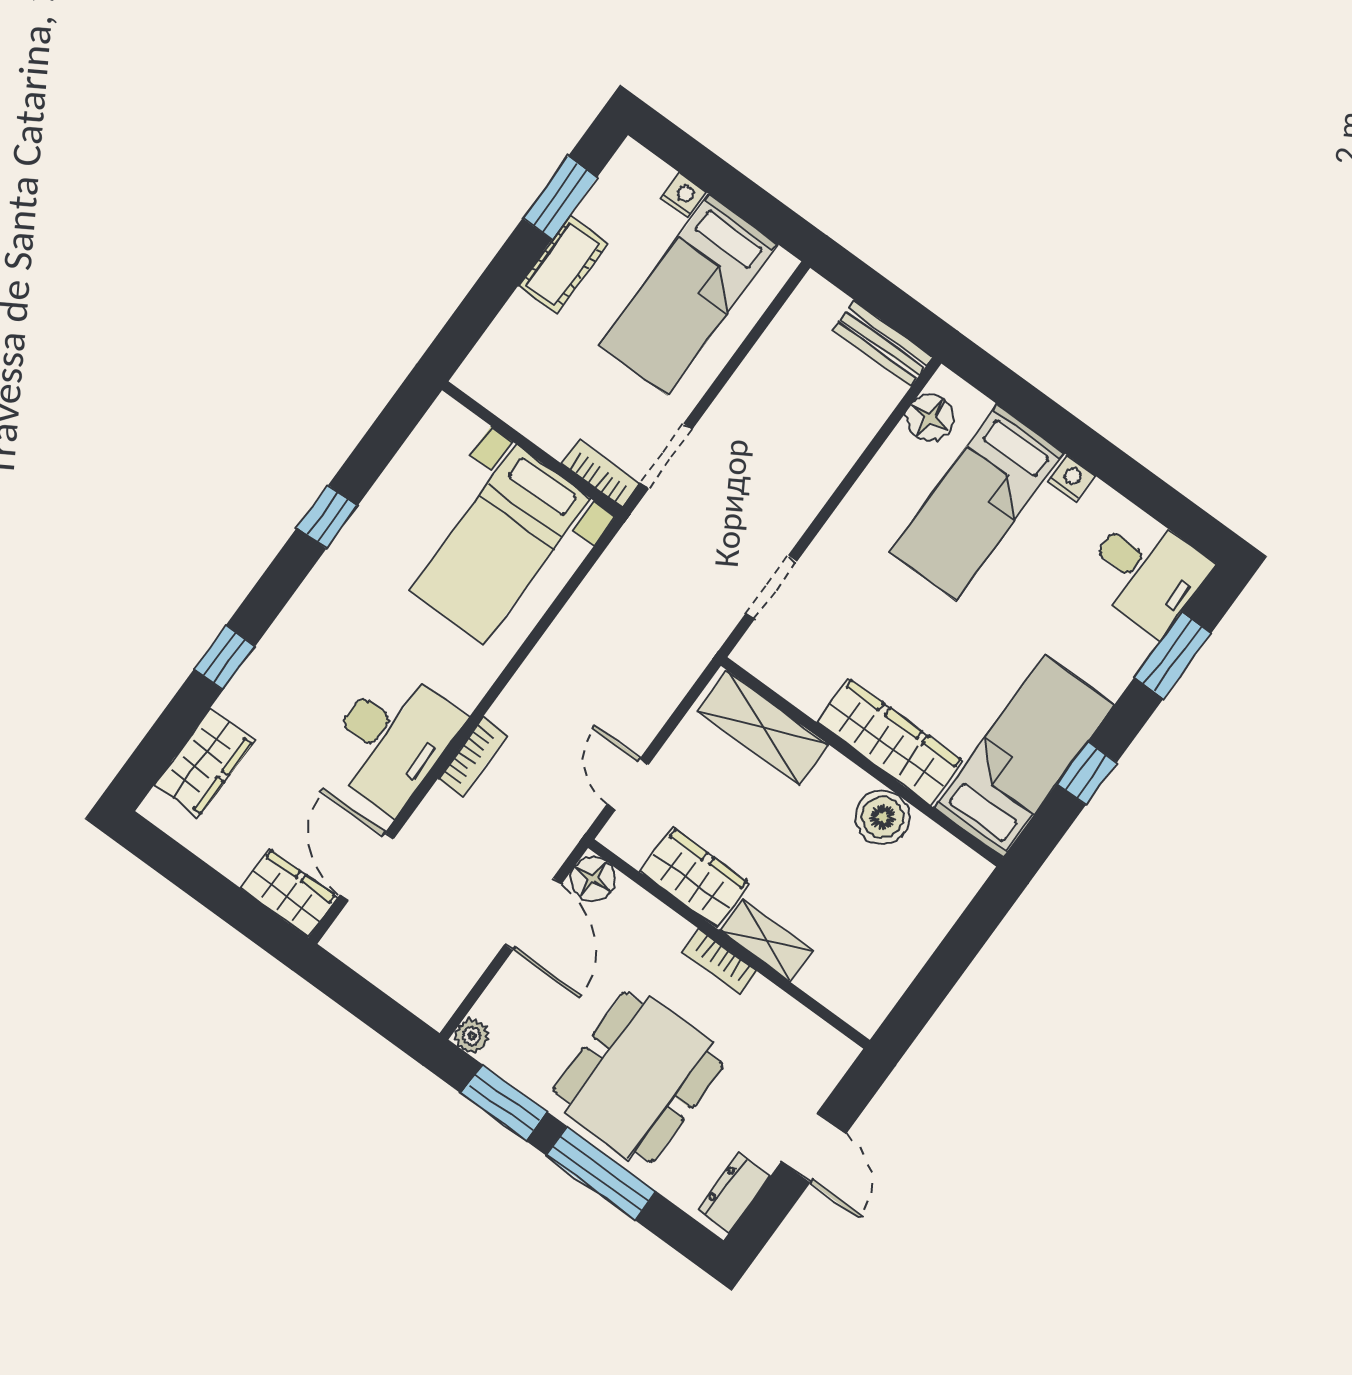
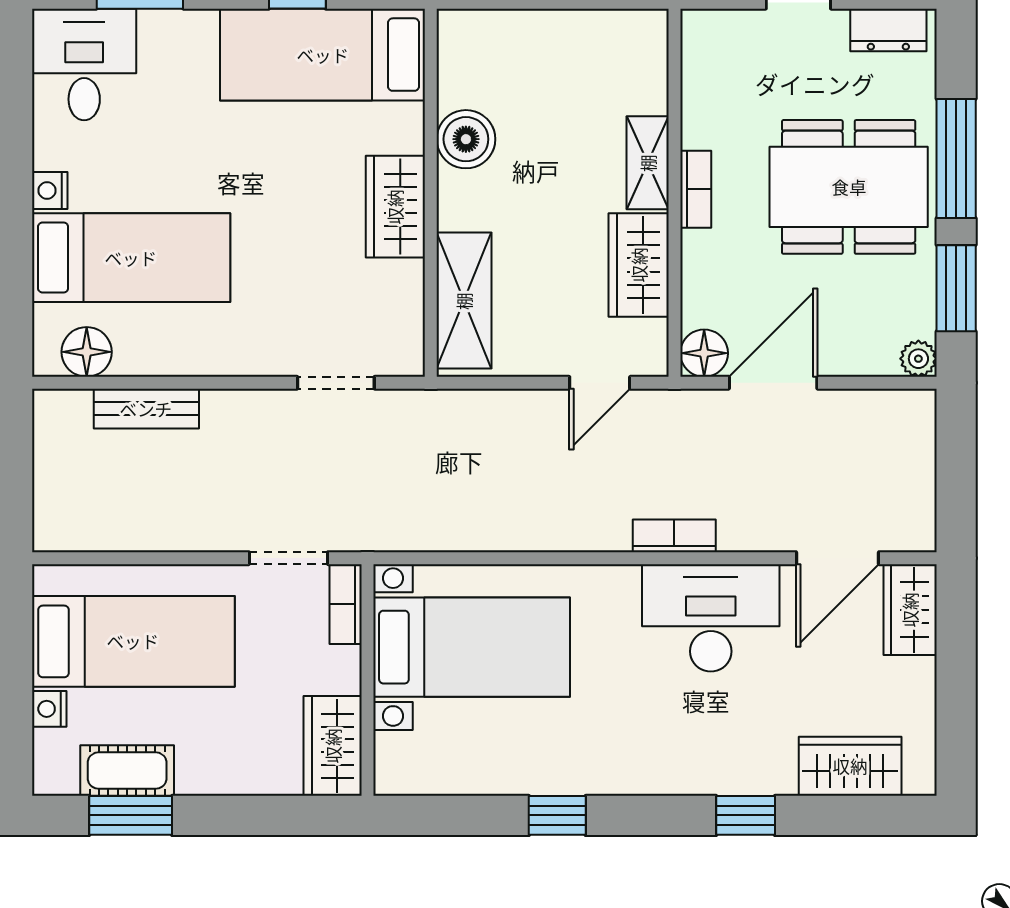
cot: (563, 264) -> (127, 771), moved
bench: (882, 343) -> (146, 409), moved, turned 90
wardrobe: (502, 387) -> (333, 746), added
wardrobe: (890, 742) -> (395, 207), width x0.67

